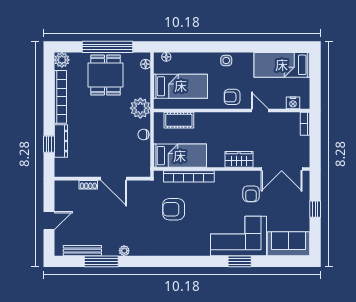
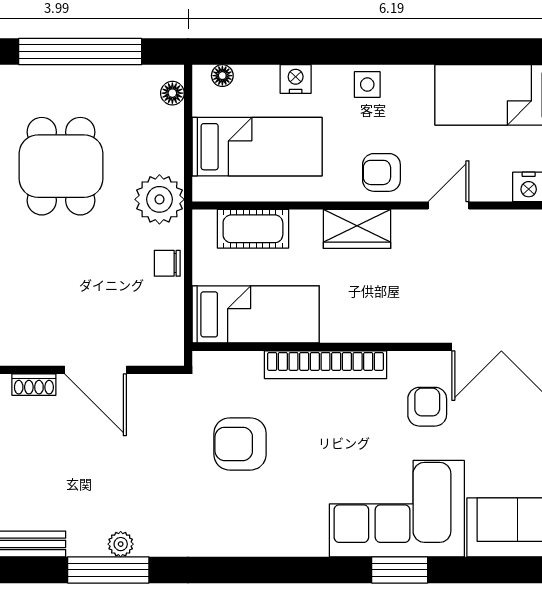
nightstand: (197, 58) -> (296, 79), added
dining table: (106, 75) -> (61, 166), moved
door: (260, 111) -> (449, 205), hinge flipped
wardrobe: (239, 159) -> (357, 229), moved, turned 180
bookcase: (189, 176) -> (326, 365), moved
armchair: (251, 194) -> (427, 407), turned 180
window: (101, 261) -> (108, 570), moved

